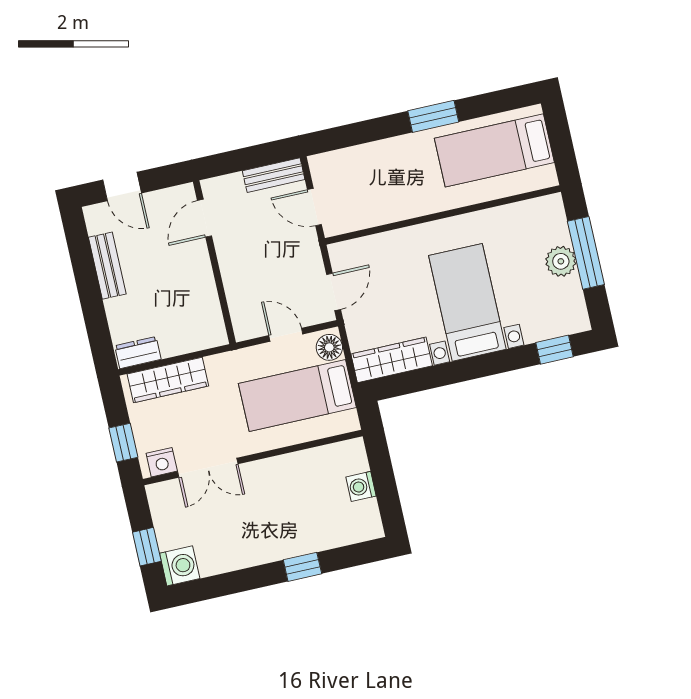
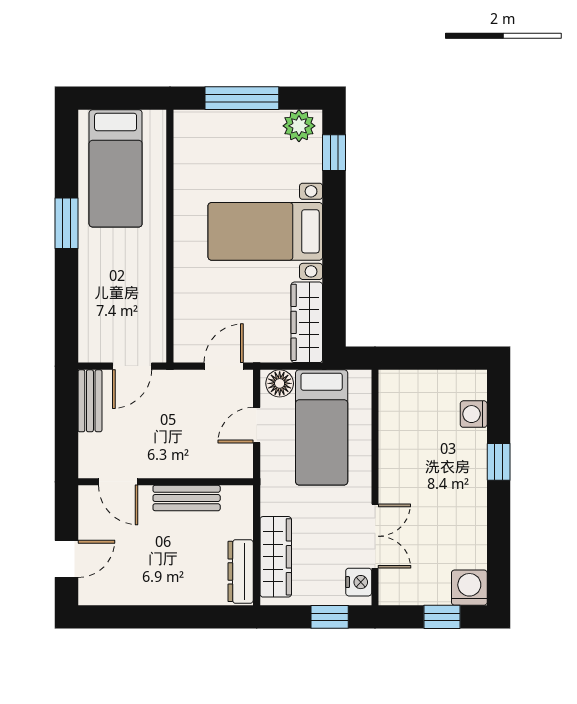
plant: (561, 261) -> (299, 126), moved
bench: (107, 266) -> (187, 498), moved
door: (334, 292) -> (224, 366), hinge flipped
dresser: (138, 353) -> (241, 571), width x1.44
washing machine: (361, 486) -> (474, 414), moved, turned 90

